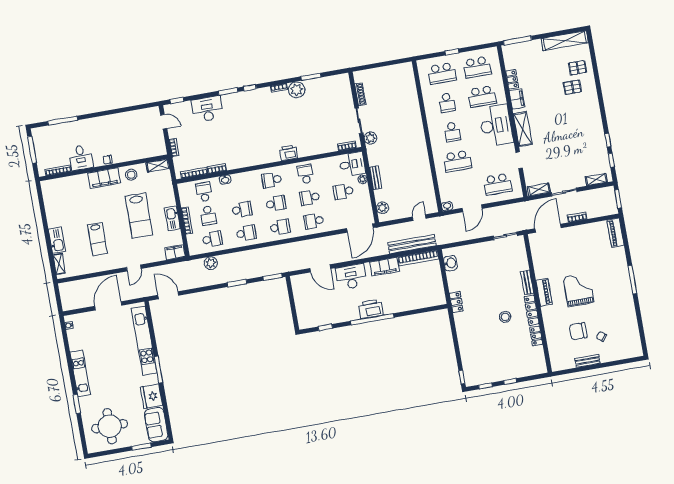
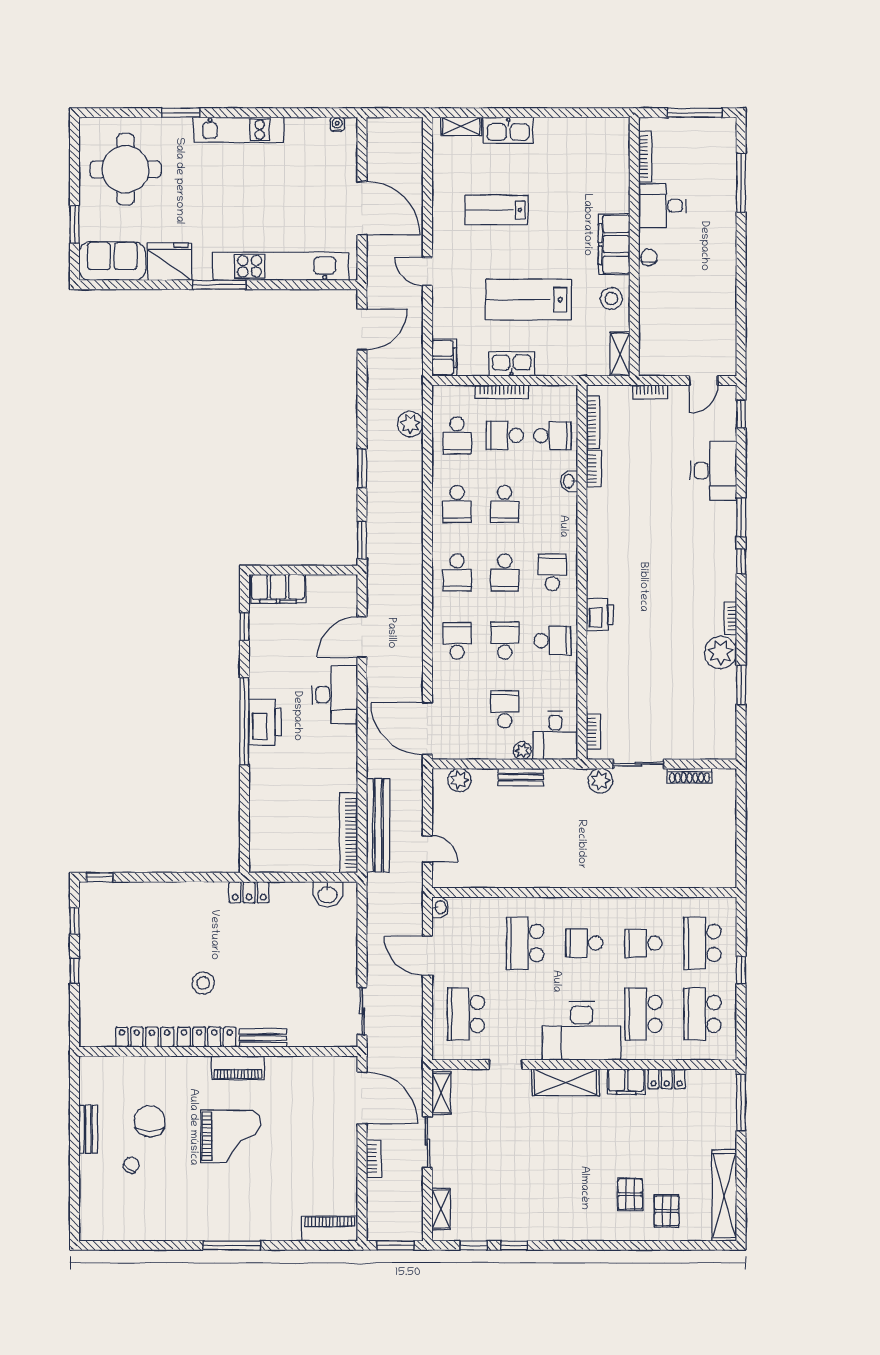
filing cabinet: (384, 267) -> (278, 589), moved, turned -90
locker: (536, 336) -> (144, 1037), width x1.53

